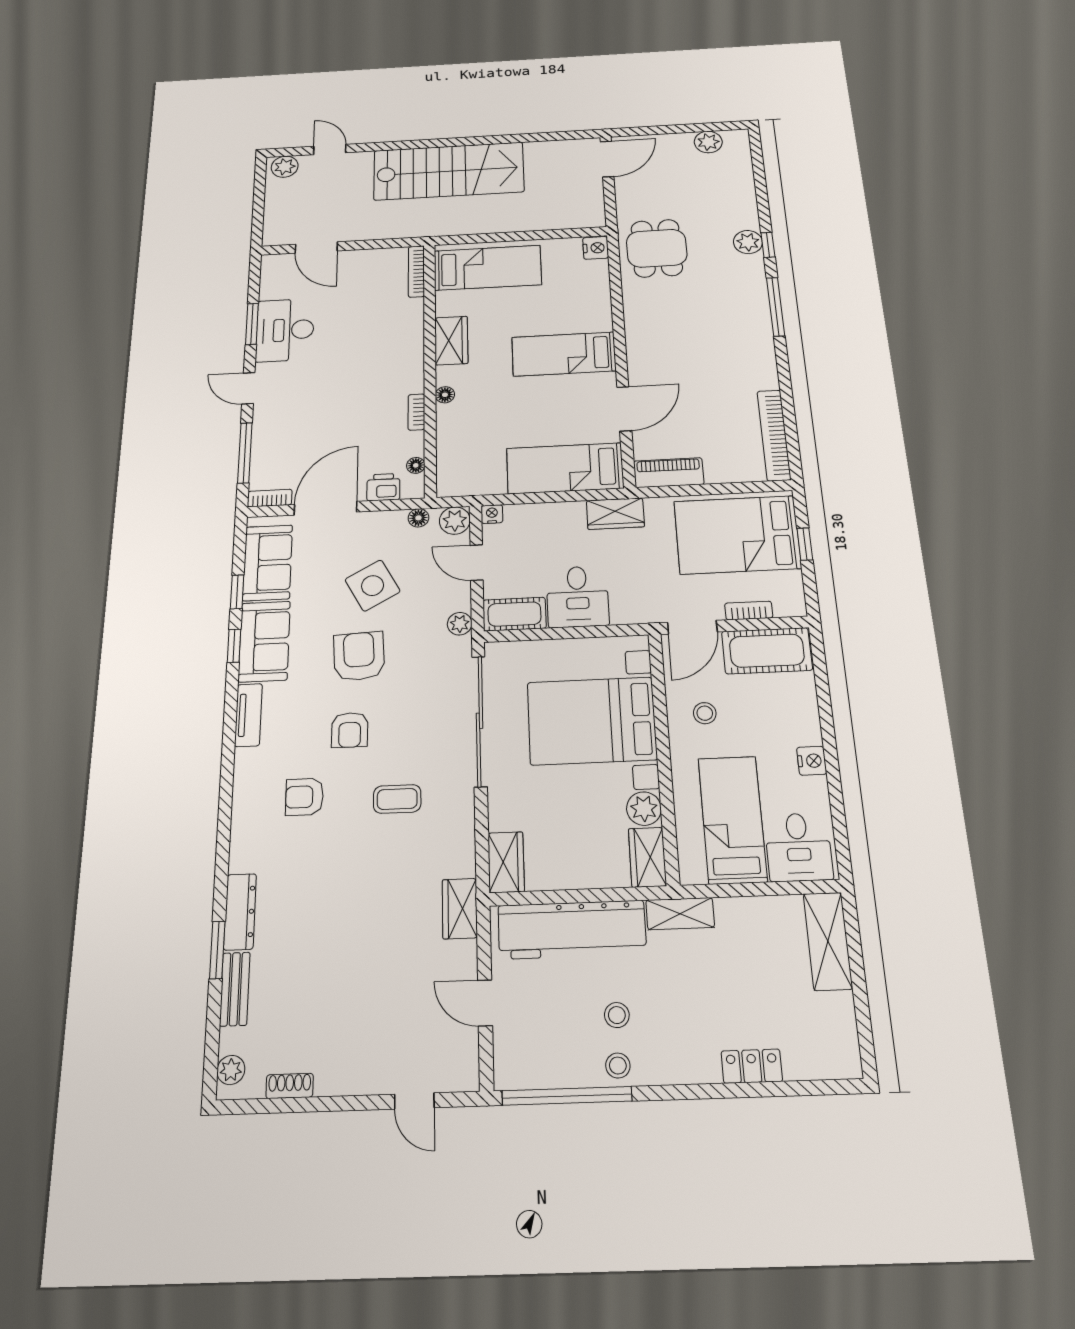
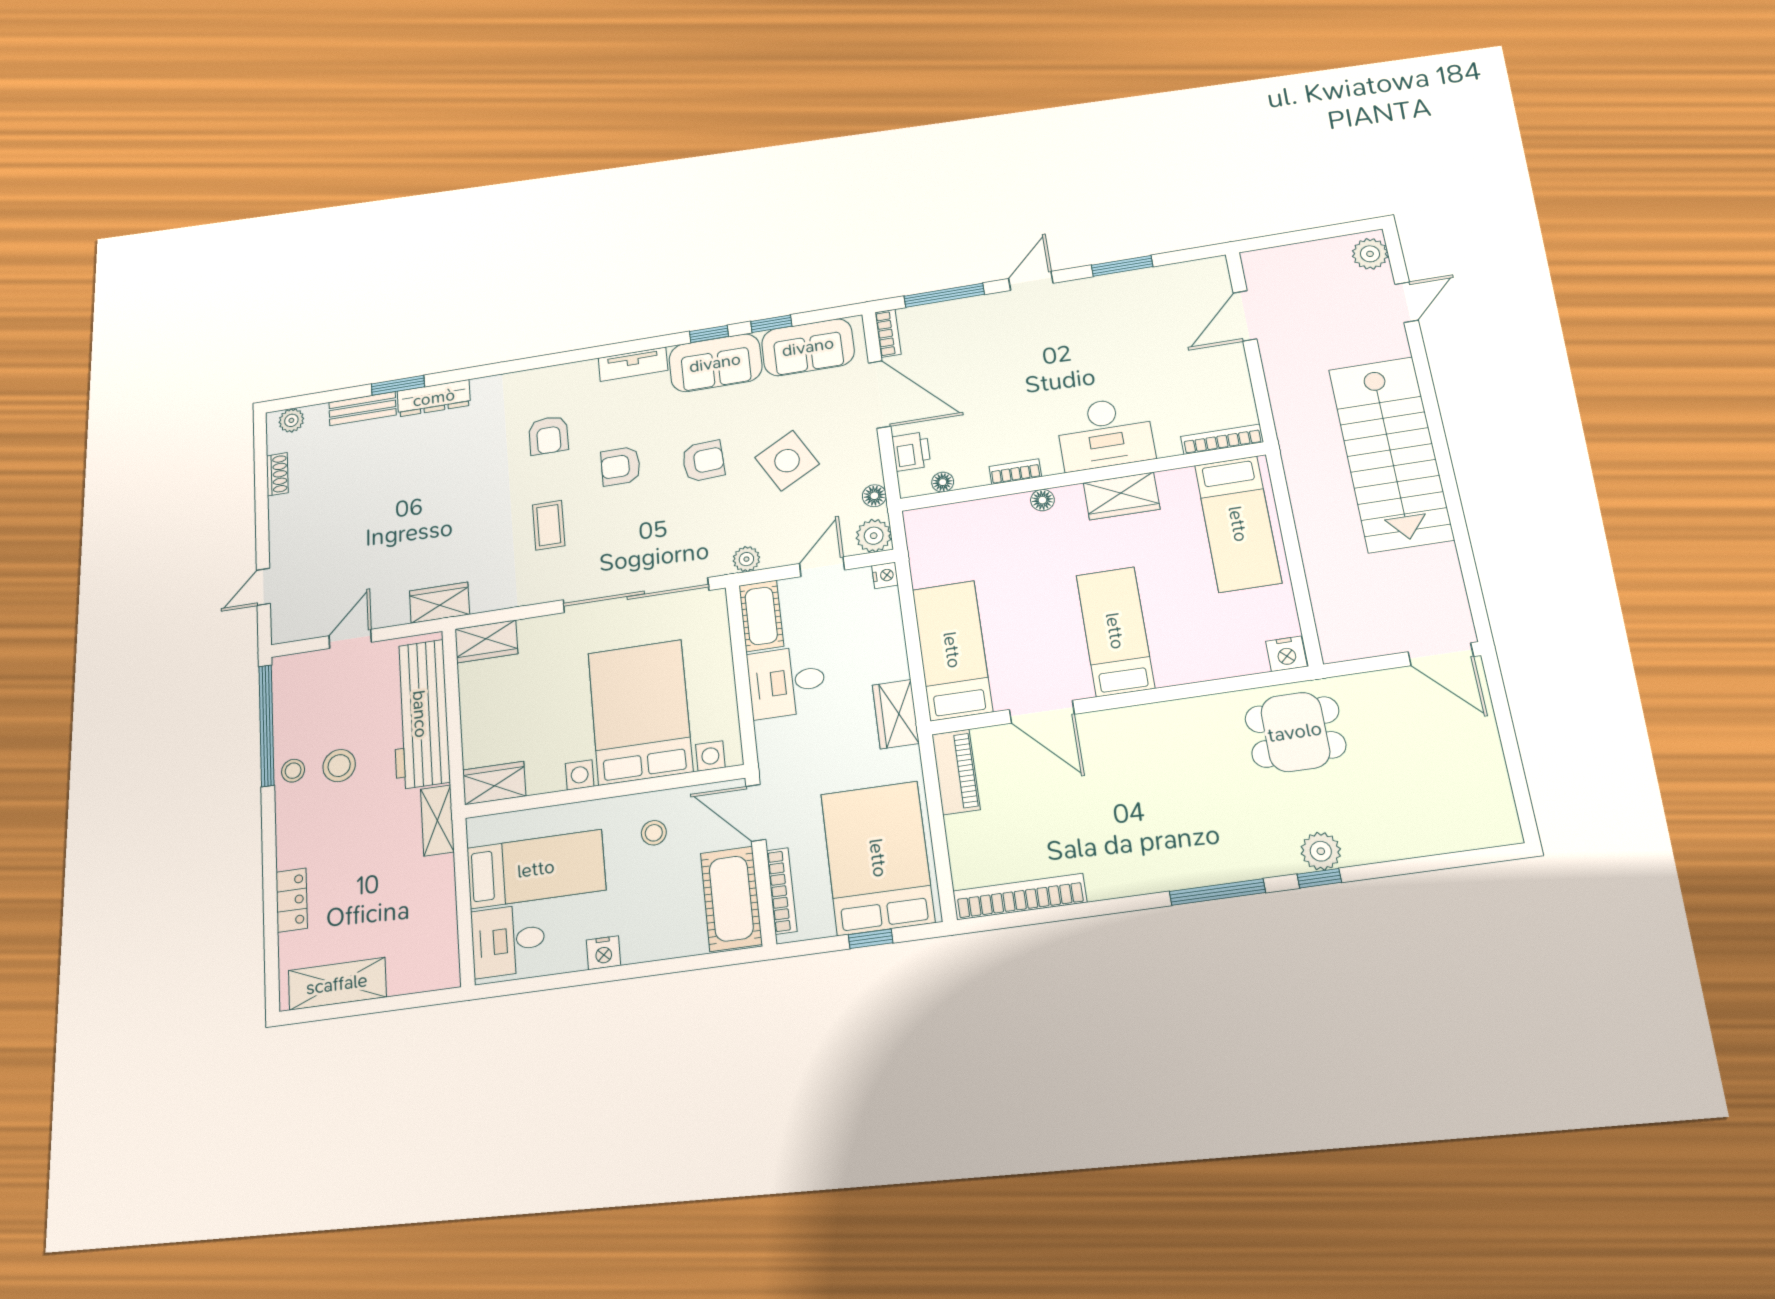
plant: (708, 142) -> (1492, 788), removed
desk: (285, 330) -> (1105, 433), moved, turned 180
bookcase: (749, 610) -> (782, 891), width x1.56
armchair: (359, 656) -> (703, 461), width x0.72, depth x0.72
armchair: (304, 797) -> (548, 435), turned 180
plant: (644, 809) -> (545, 775), removed
shelving: (828, 941) -> (337, 984), moved
stool: (617, 1015) -> (339, 766), width x1.37, depth x1.37

